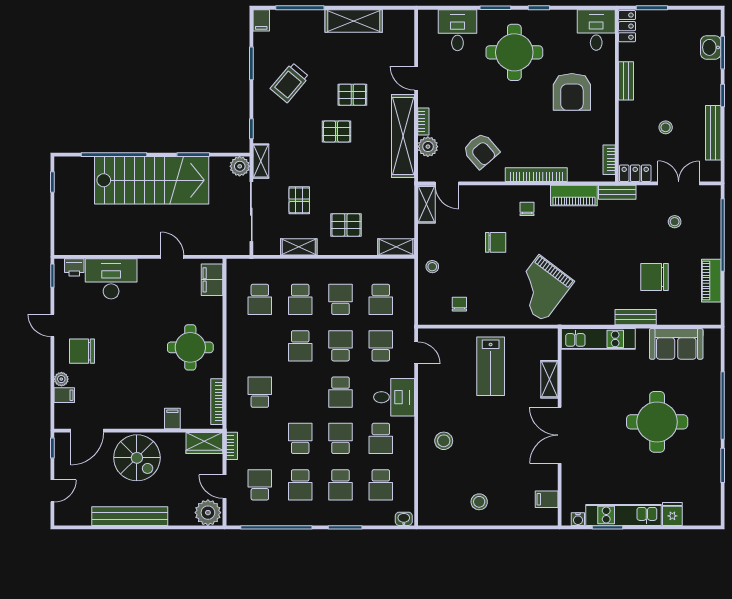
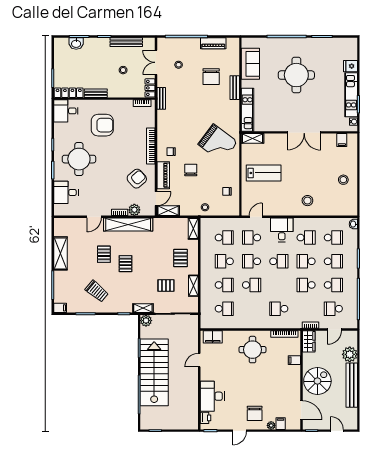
locker: (627, 26) -> (69, 93), width x1.53
piano: (574, 196) -> (163, 175), moved
shelving: (549, 379) -> (252, 138), moved
plant: (208, 513) -> (350, 354), moved

